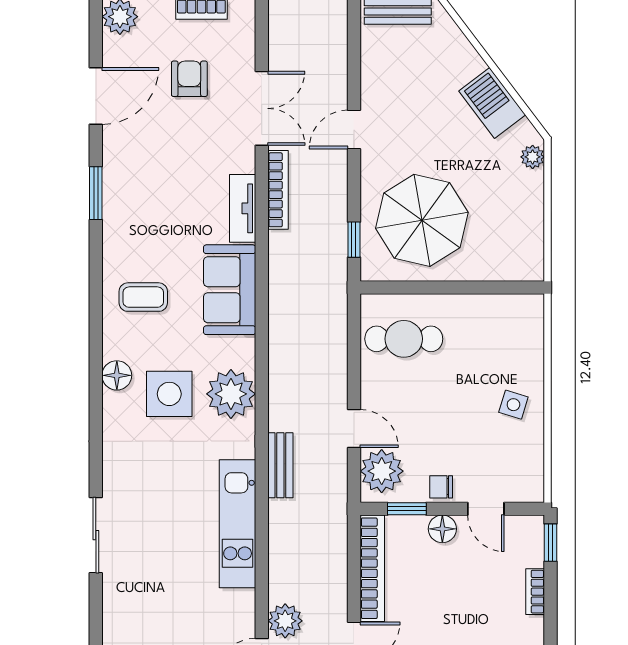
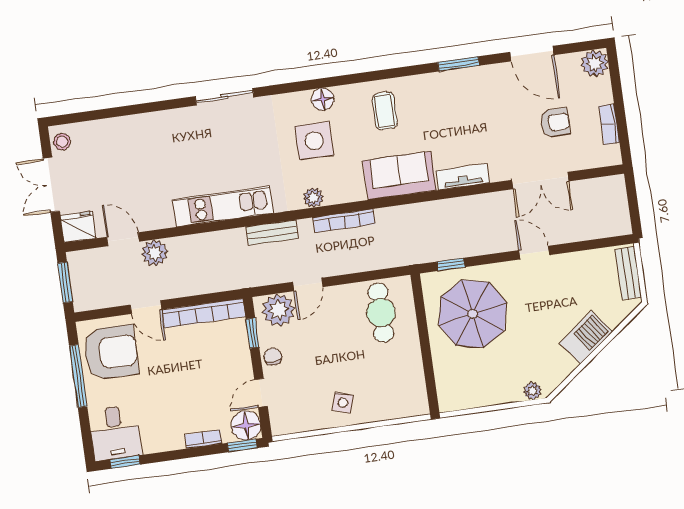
barbecue: (492, 103) -> (586, 337), moved
bookcase: (278, 190) -> (344, 221), moved
plant: (231, 394) -> (313, 198), width x0.53, depth x0.53
floor lamp: (442, 529) -> (246, 425), moved, width x1.38, depth x1.38
sliding door: (96, 535) -> (225, 97), moved

